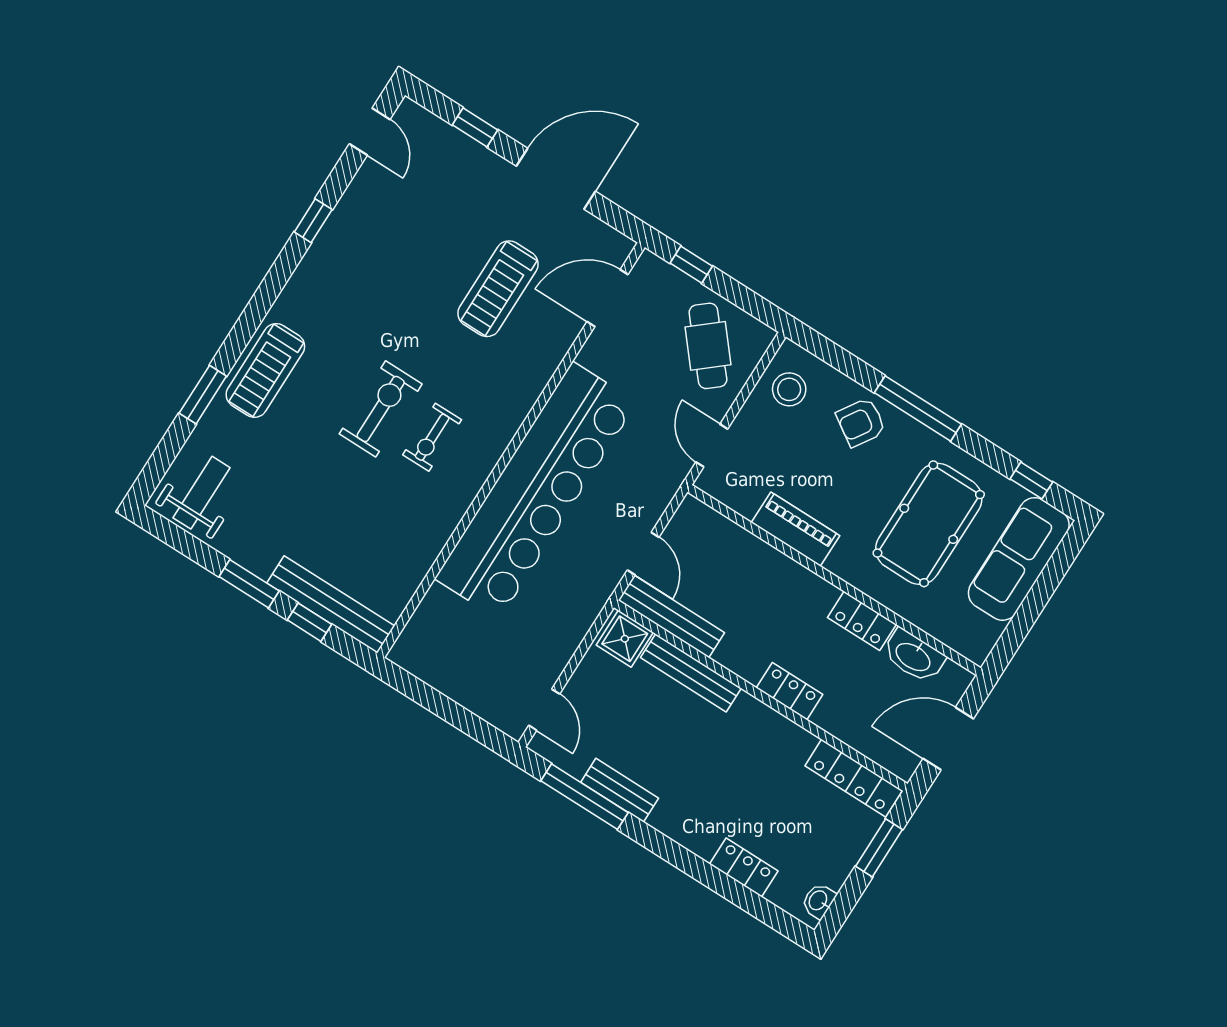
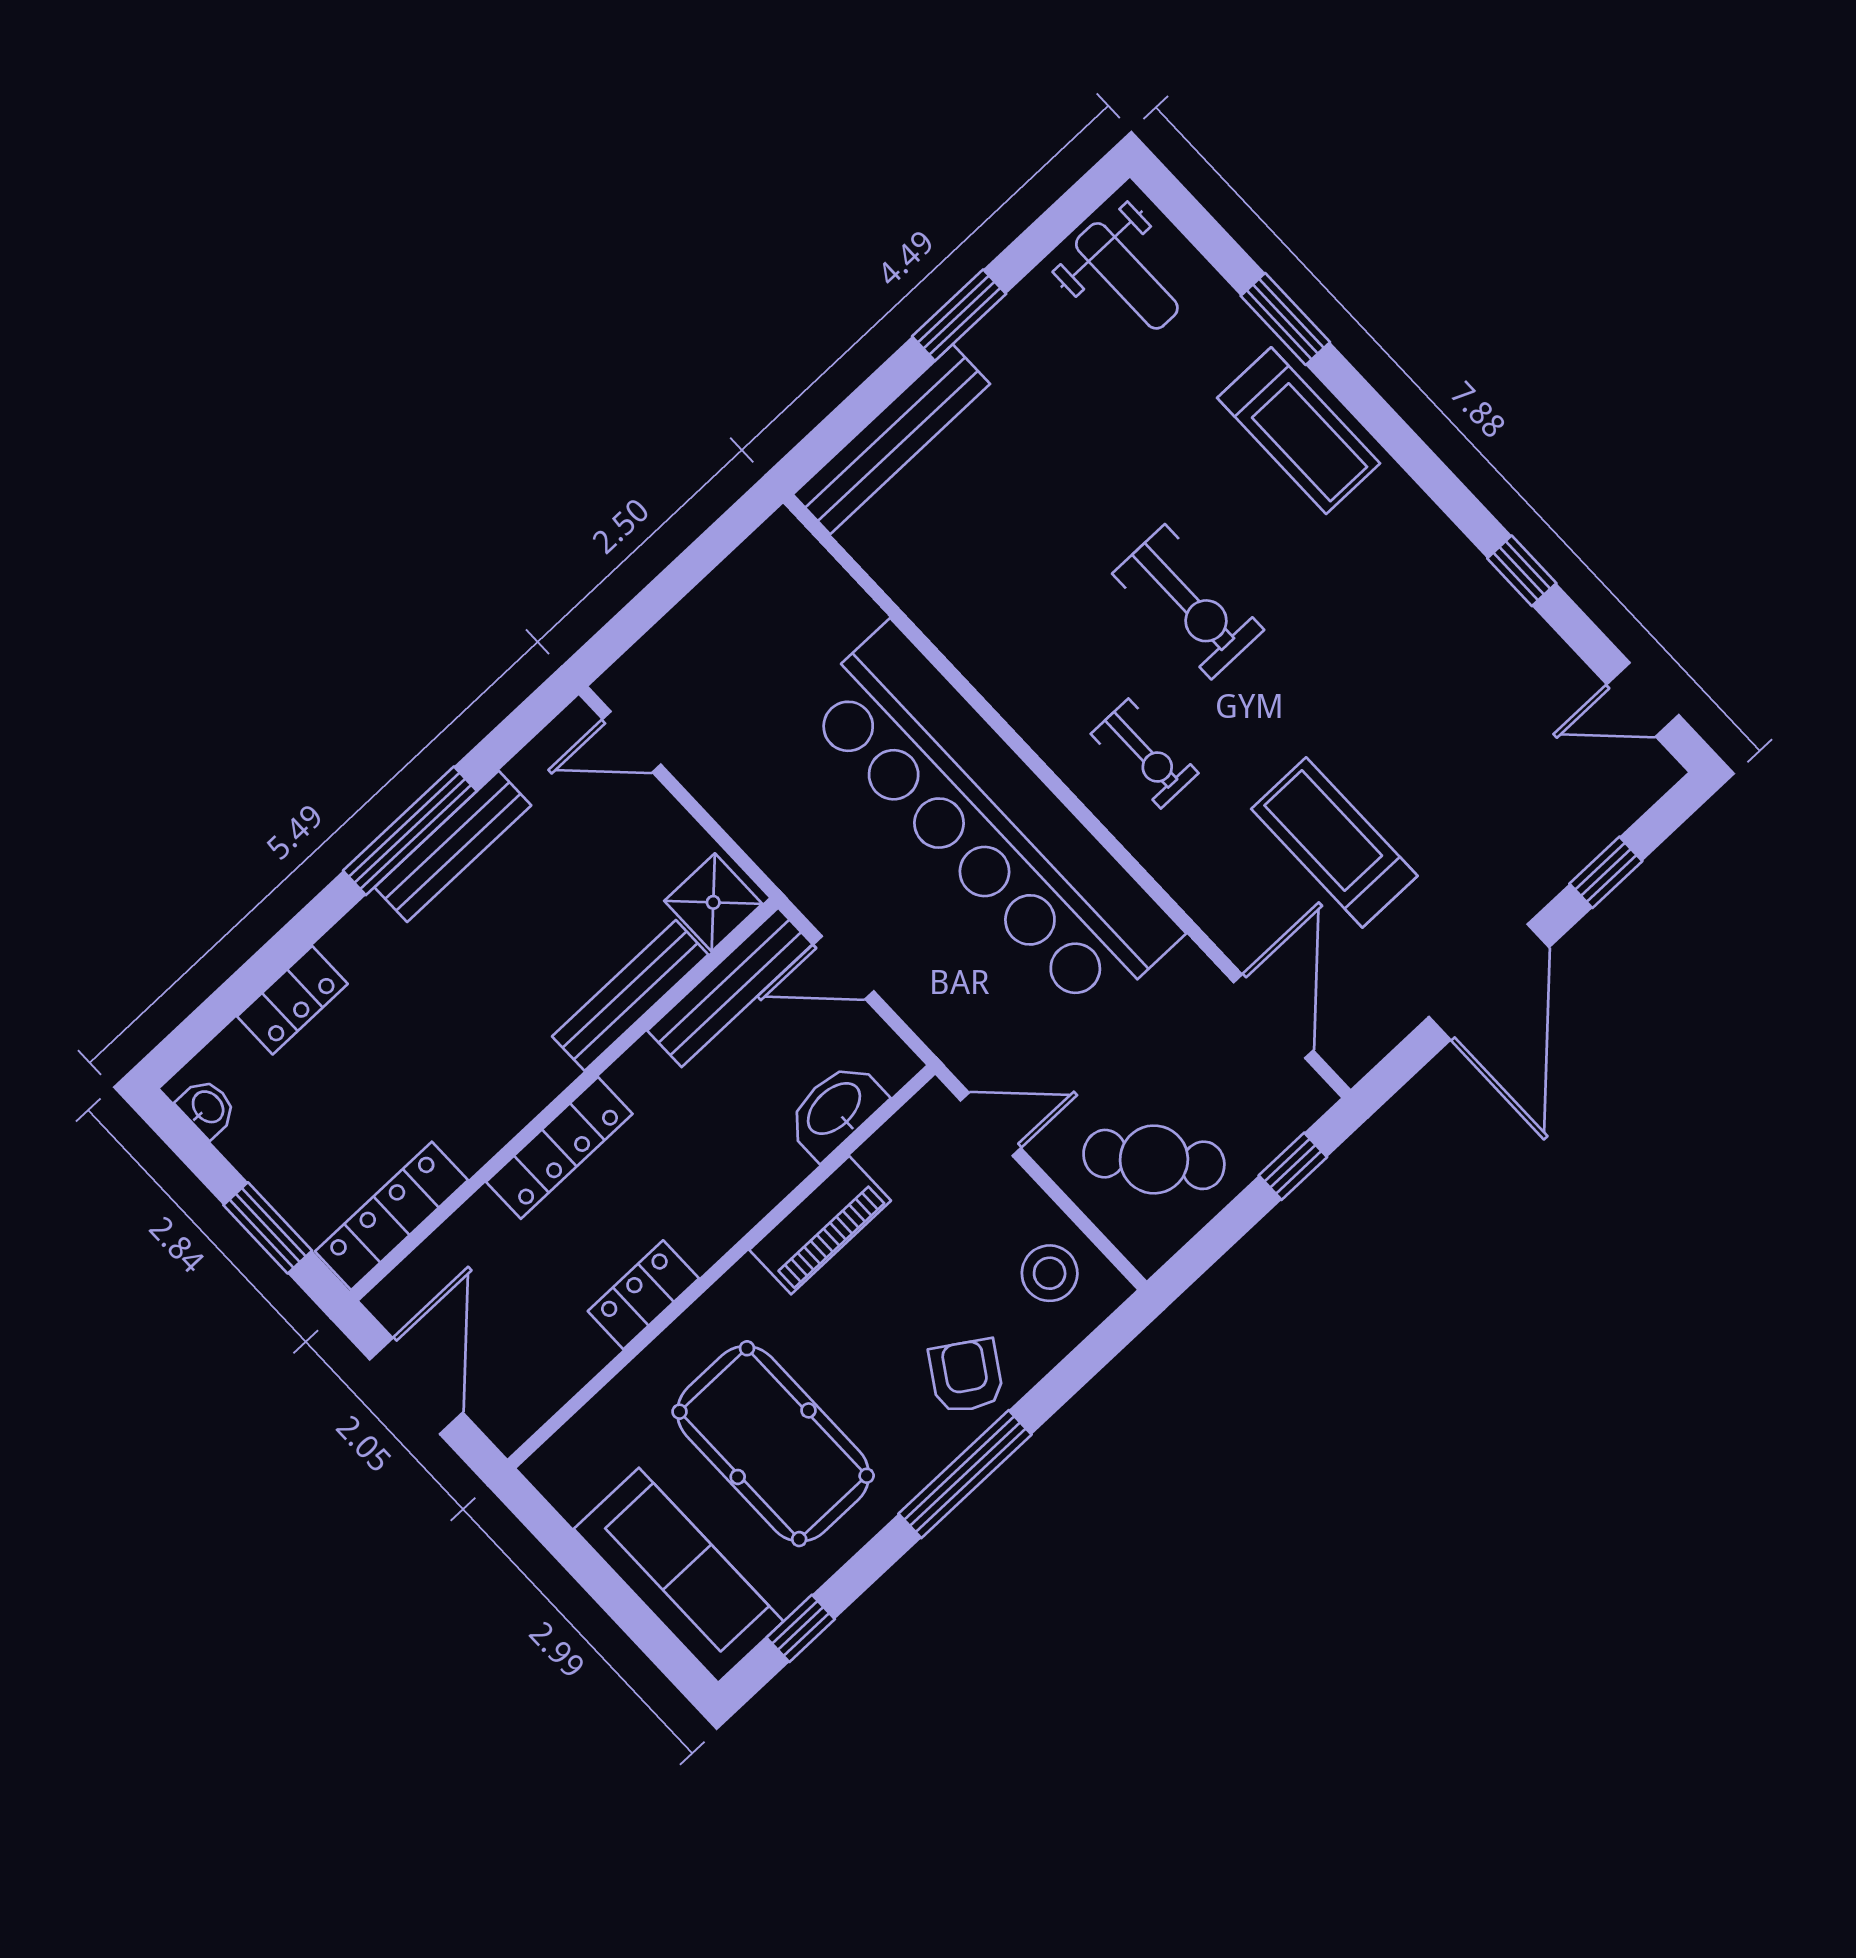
treadmill: (265, 370) -> (1299, 431), turned 180
exercise bike: (432, 437) -> (1145, 754), moved, turned 180
window: (309, 622) -> (872, 397), removed
washbasin: (914, 656) -> (835, 1110), moved
locker: (789, 691) -> (559, 1148), width x1.53
bench: (620, 790) -> (453, 846), width x1.36
window: (584, 797) -> (410, 831), moved

